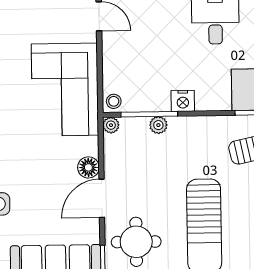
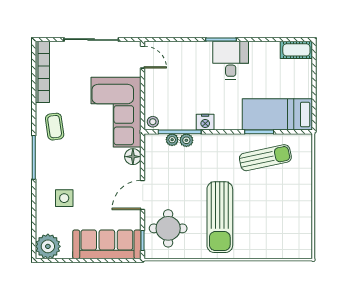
plant: (111, 125) -> (172, 140), moved
floor lamp: (88, 167) -> (133, 157), moved

